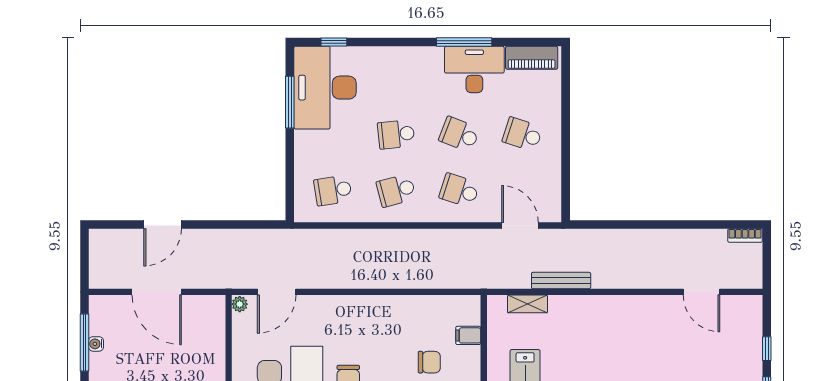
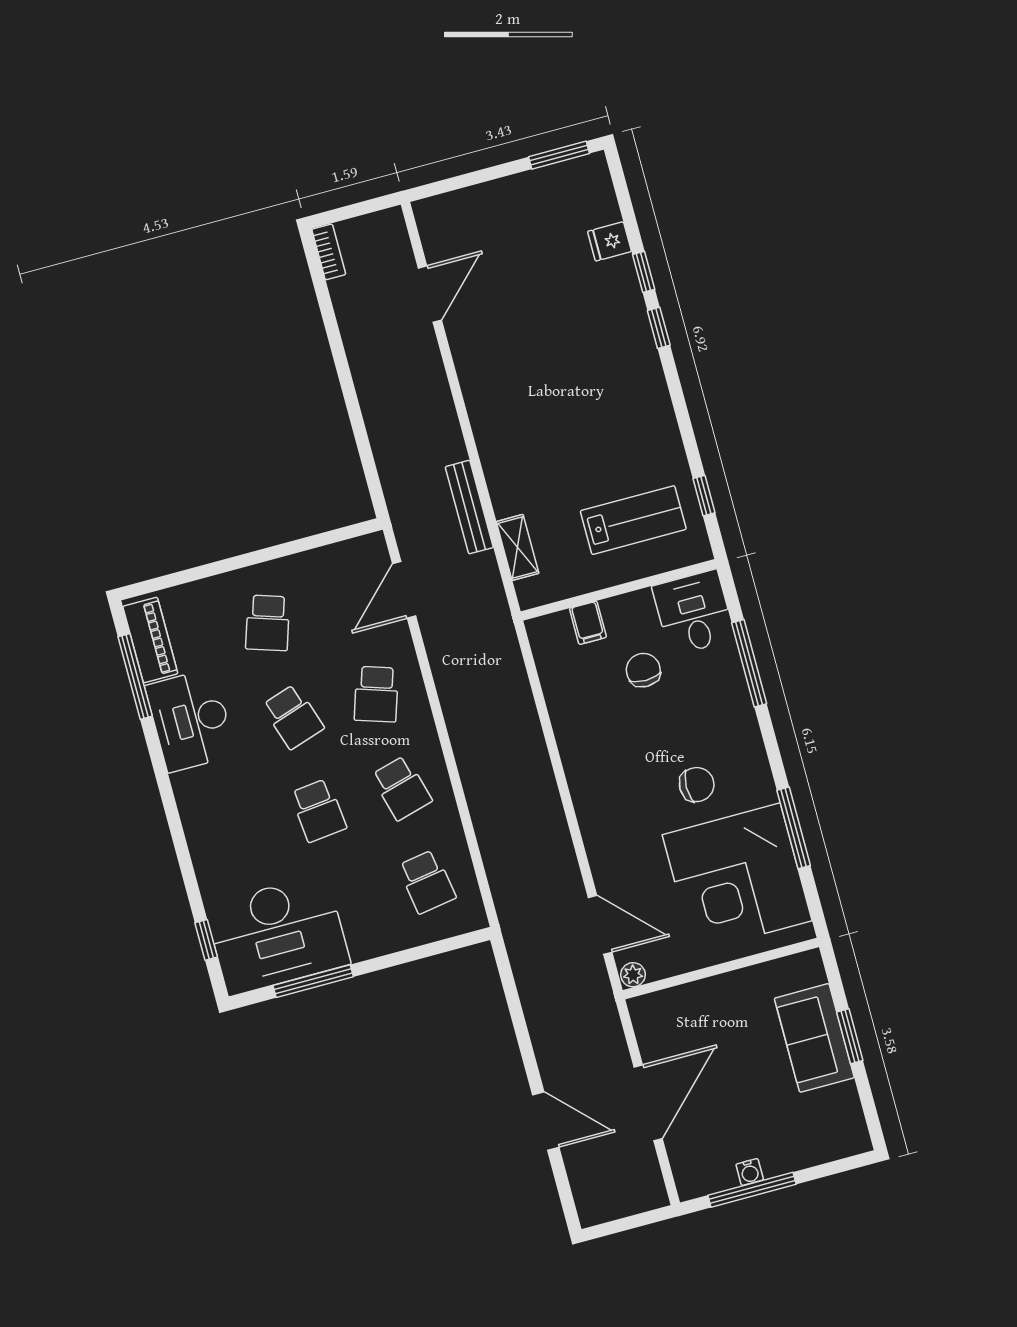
window: (464, 42) -> (135, 676), moved
school desk: (459, 134) -> (293, 717), turned -39
window: (767, 349) -> (488, 174), removed

